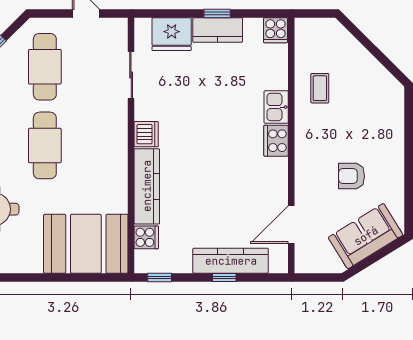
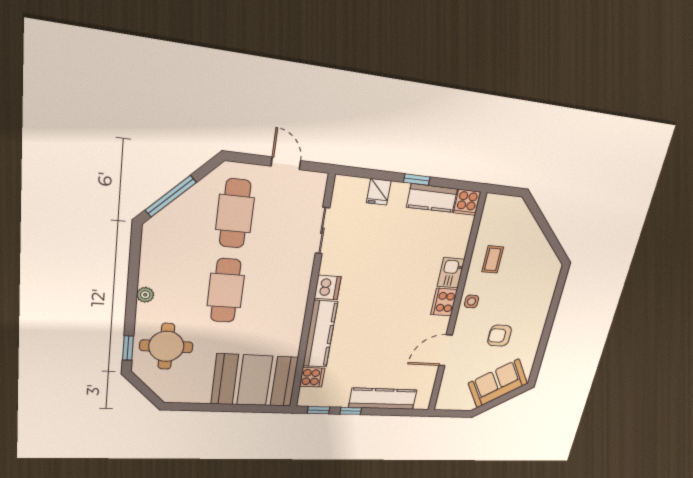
kitchen counter: (218, 30) -> (432, 198), moved
fridge: (172, 34) -> (379, 192), width x0.53, depth x0.75
side table: (308, 138) -> (471, 301), added
door: (291, 225) -> (446, 350), moved
window: (224, 277) -> (351, 411), moved

